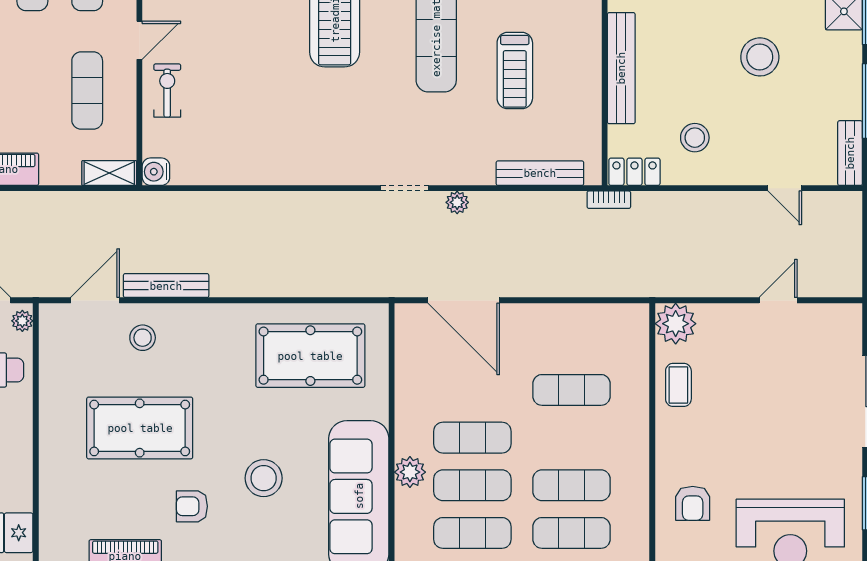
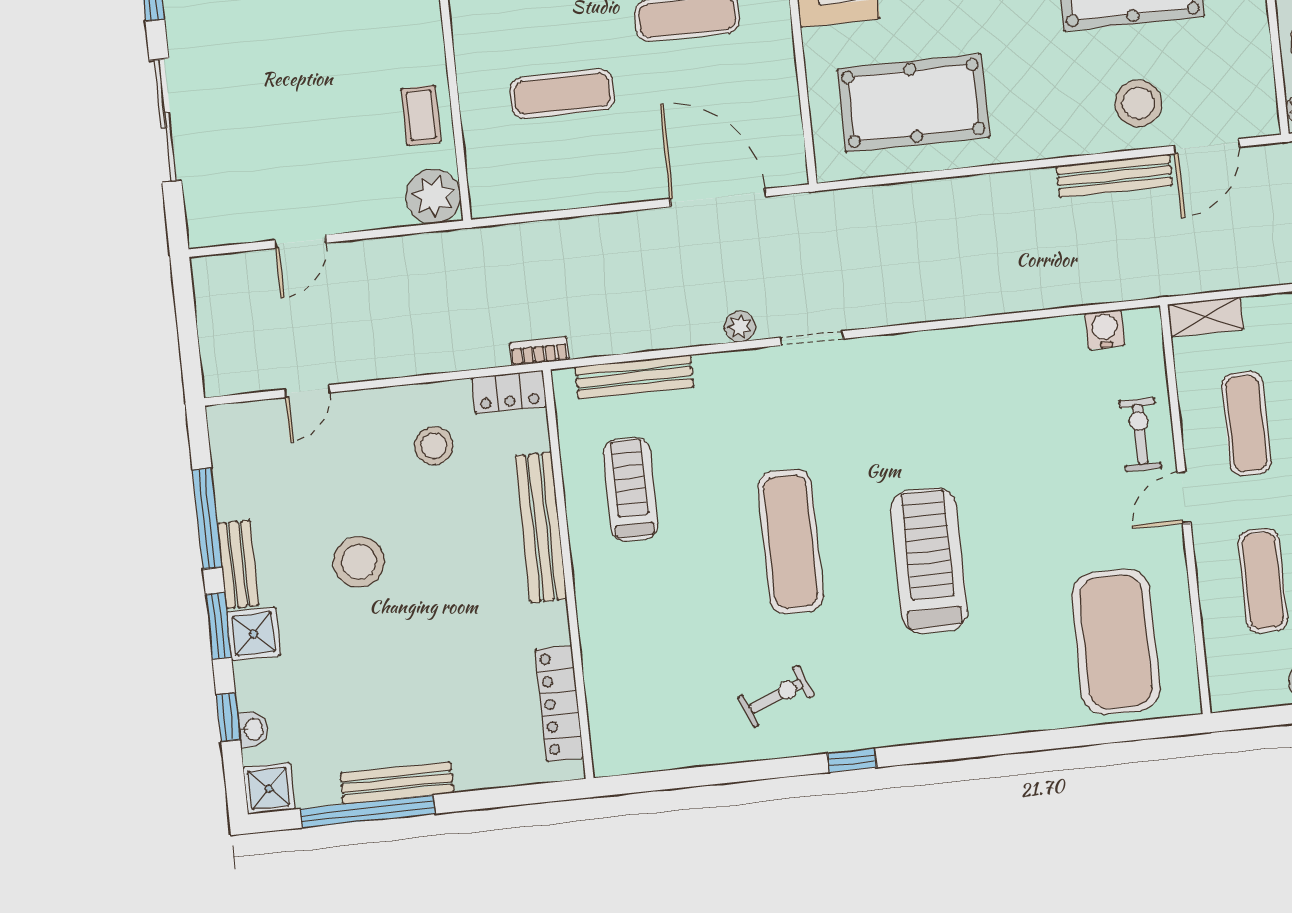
treadmill: (515, 71) -> (631, 489), moved
exercise bike: (167, 91) -> (1140, 435), turned 180
bench: (850, 153) -> (238, 564), moved
water cooler: (156, 172) -> (1105, 329), moved, turned -90
door: (785, 188) -> (307, 391), swing flipped
stool: (143, 338) -> (1138, 103), width x1.38, depth x1.38

